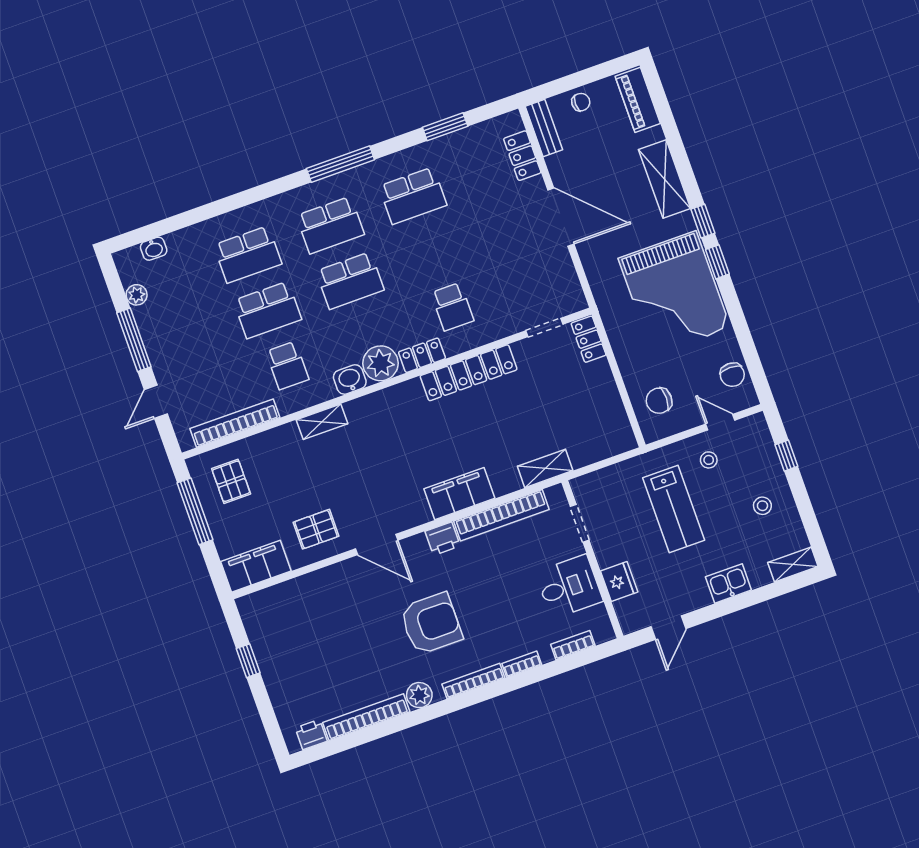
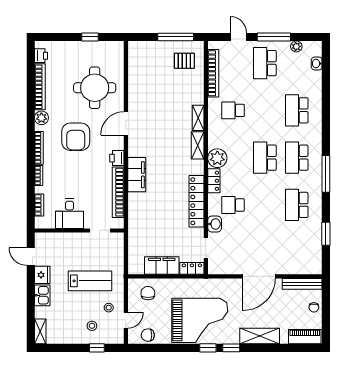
bench: (544, 128) -> (302, 284), width x1.36
locker: (522, 156) -> (297, 268), removed
grand piano: (674, 293) -> (200, 320), turned 180
school desk: (268, 310) -> (265, 63), moved
washbasin: (350, 379) -> (215, 224), moved
shelving: (545, 468) -> (198, 145), moved
stool: (762, 506) -> (92, 326), moved
lab bench: (674, 509) -> (90, 281), turned 180
pallet: (316, 529) -> (145, 95), removed
filing cabinet: (256, 566) -> (162, 266), moved, turned -90
fridge: (619, 582) -> (42, 275), moved, turned -90
round table: (334, 621) -> (95, 88), added

